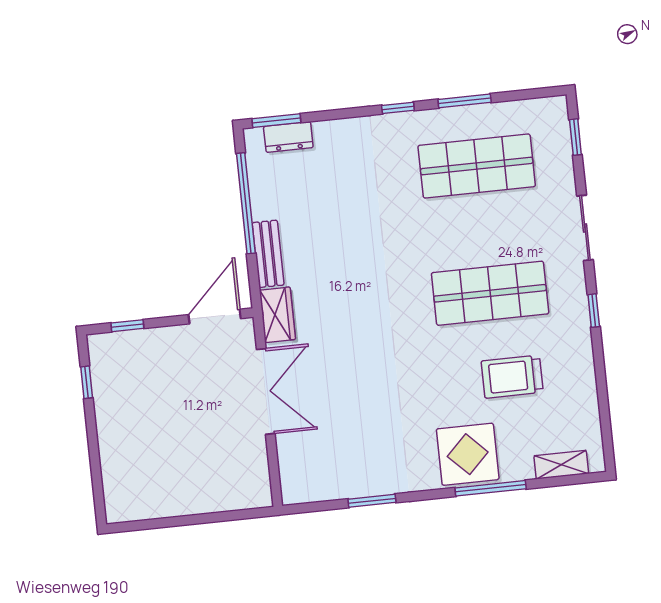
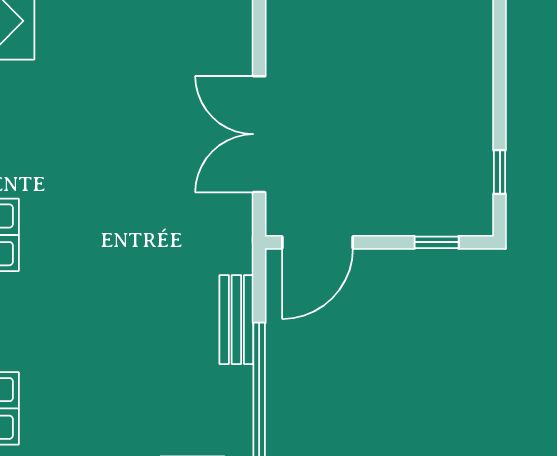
wardrobe: (277, 315) -> (233, 236), removed

